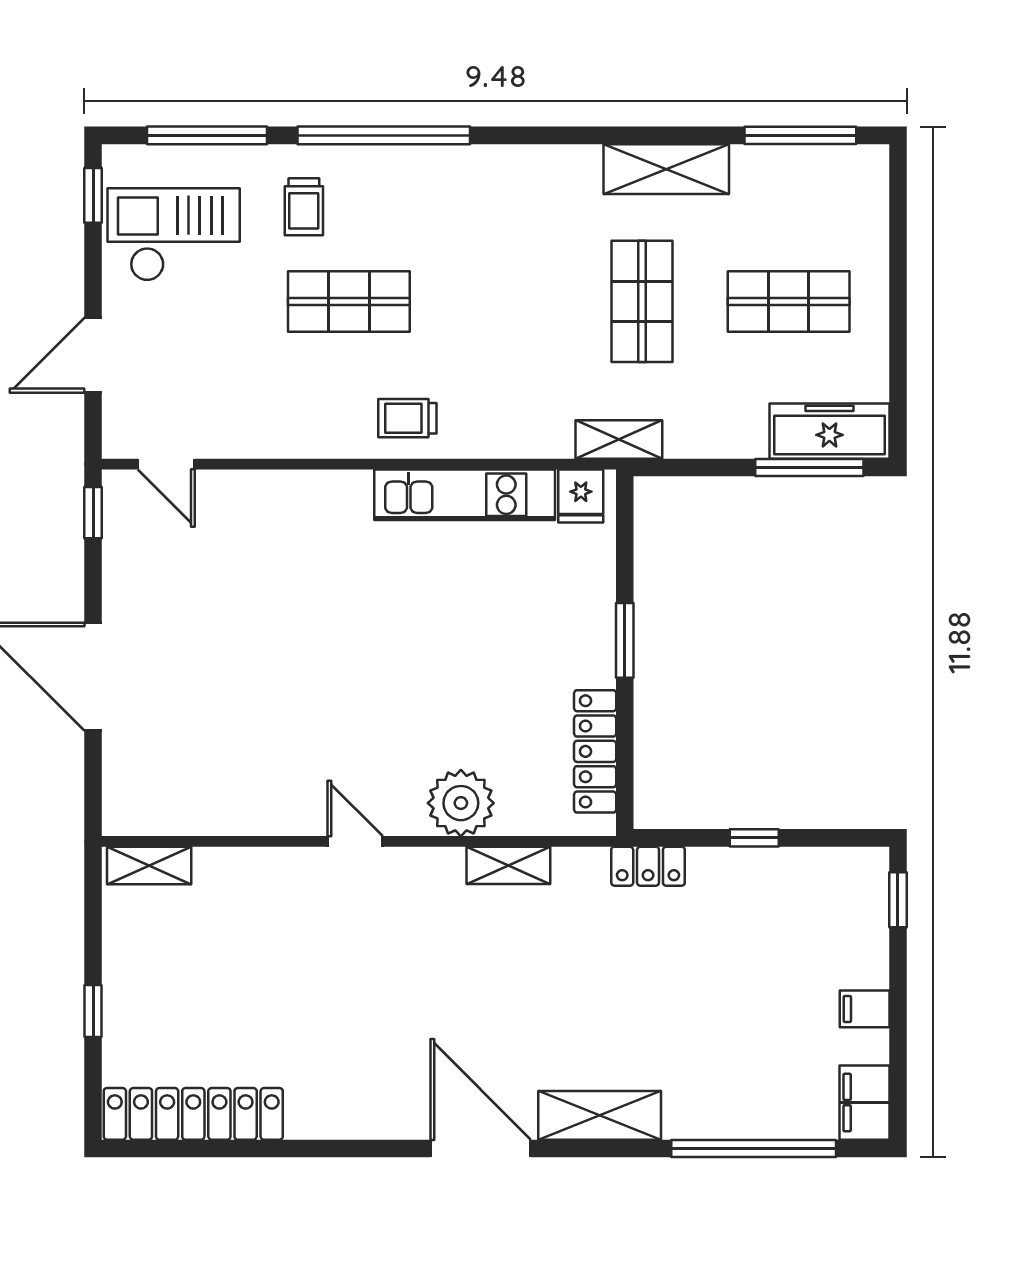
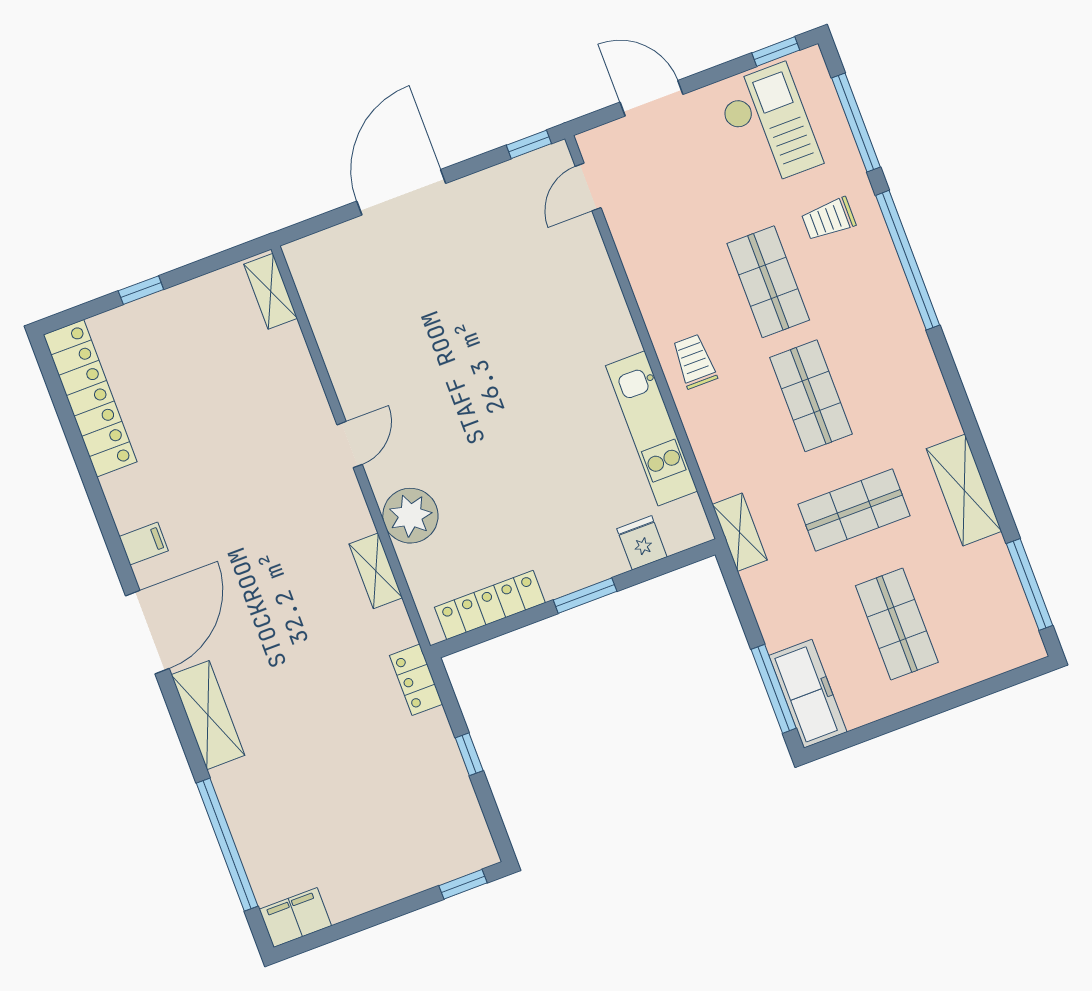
shop shelf: (496, 301) -> (811, 396), added
fridge: (581, 496) -> (642, 543), moved, turned 90
filing cabinet: (865, 1009) -> (144, 544), moved, turned 90

